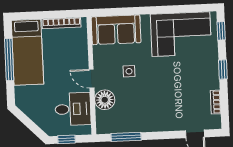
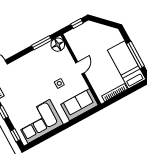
door: (92, 79) -> (80, 68), hinge flipped
floor lamp: (105, 100) -> (58, 45), moved
desk: (73, 109) -> (82, 44), removed

